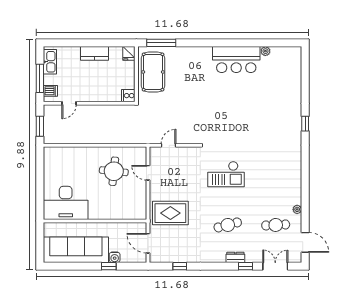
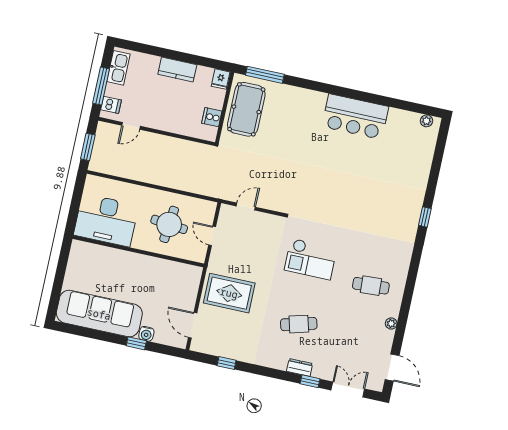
plant: (265, 51) -> (427, 121), moved
cooker: (128, 96) -> (212, 117), moved
desk: (66, 203) -> (106, 220), moved
wall: (95, 221) -> (138, 251), moved
cafe table: (276, 225) -> (371, 286), moved

